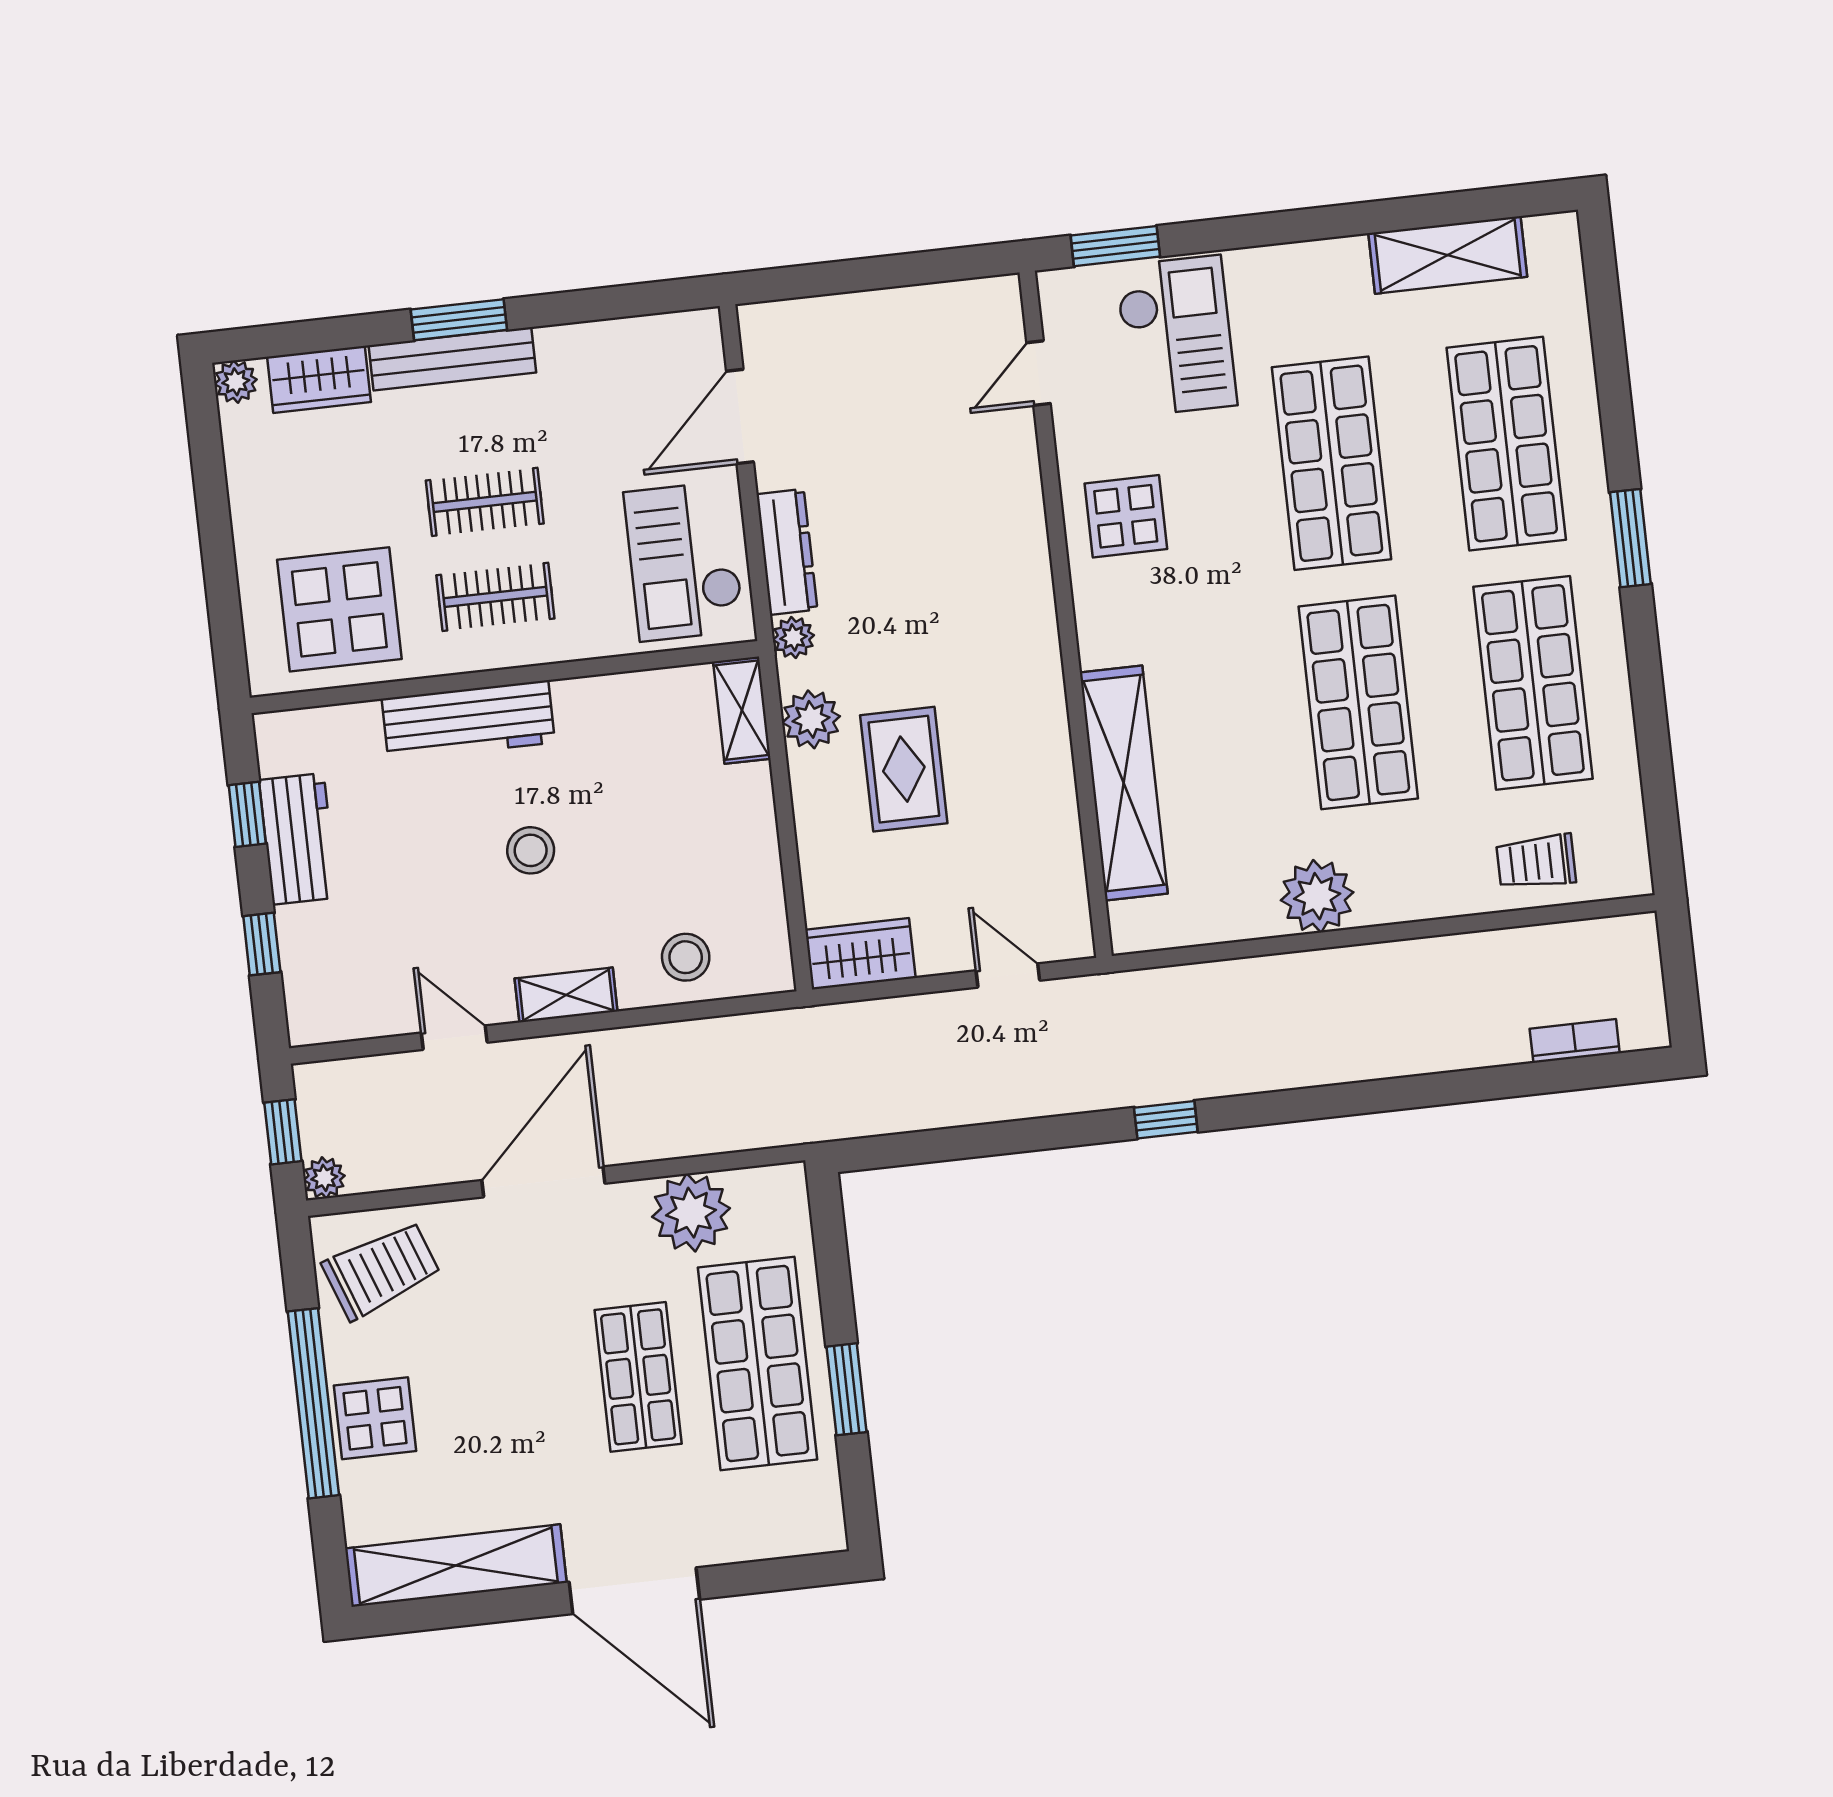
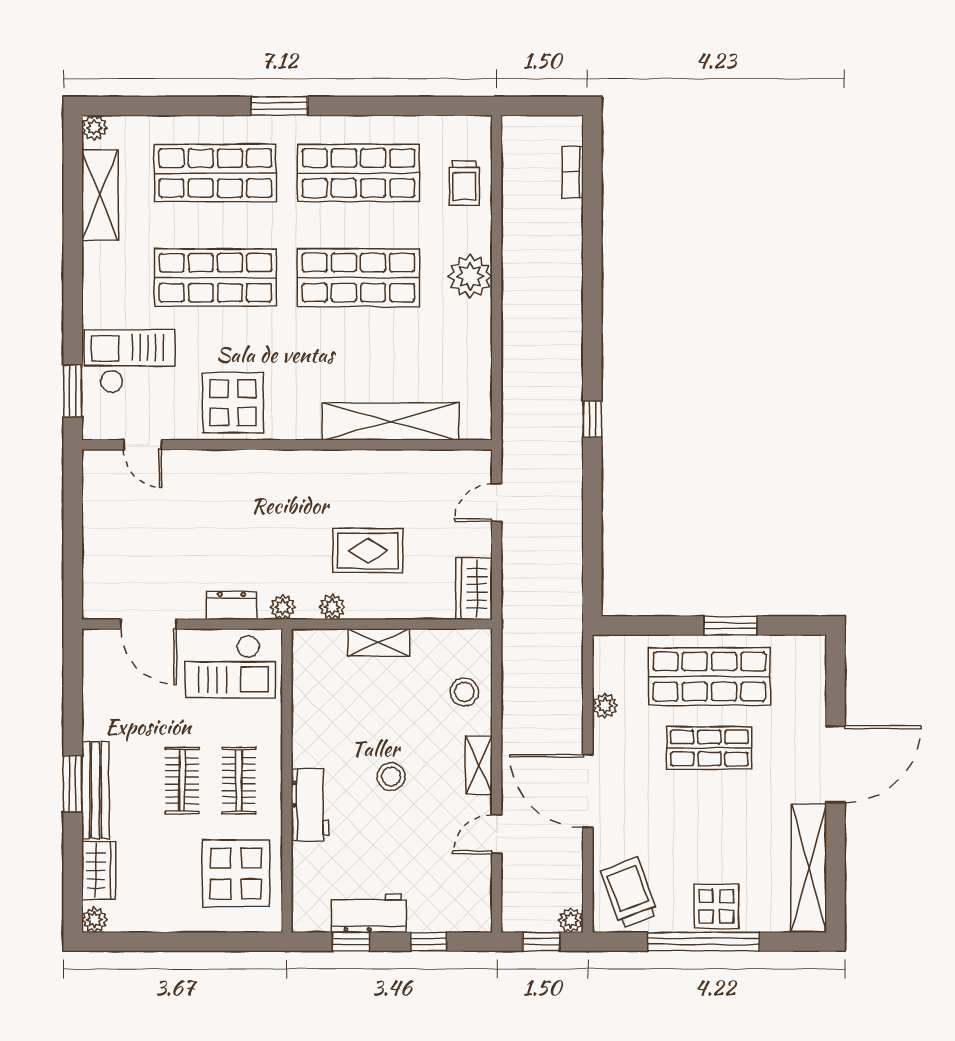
plant: (1560, 233) -> (94, 128), added
display table: (1126, 516) -> (233, 403), width x1.36, depth x1.36
dresser: (787, 552) -> (232, 605), width x0.70
shelving: (742, 710) -> (379, 642), moved
plant: (811, 719) -> (332, 607), width x0.73, depth x0.73
workbench: (468, 721) -> (310, 805), width x0.73
plant: (1317, 896) -> (470, 276), moved
plant: (691, 1213) -> (605, 706), width x0.53, depth x0.53

